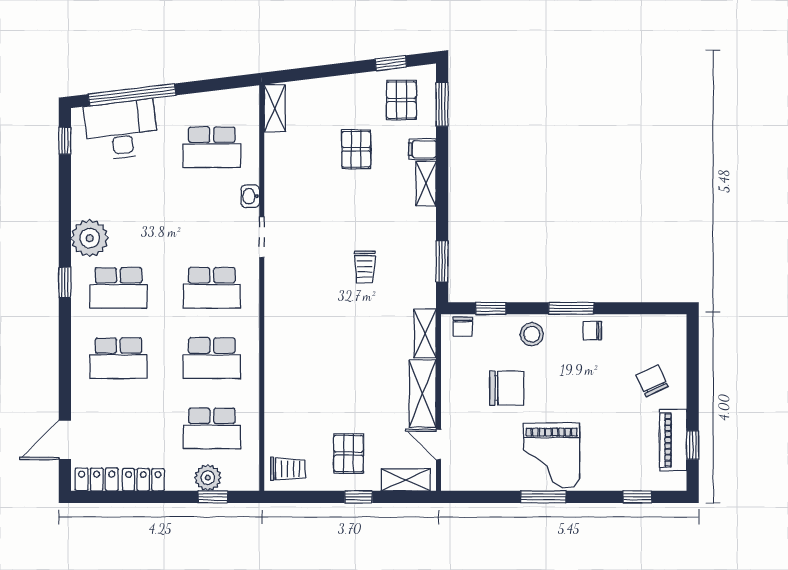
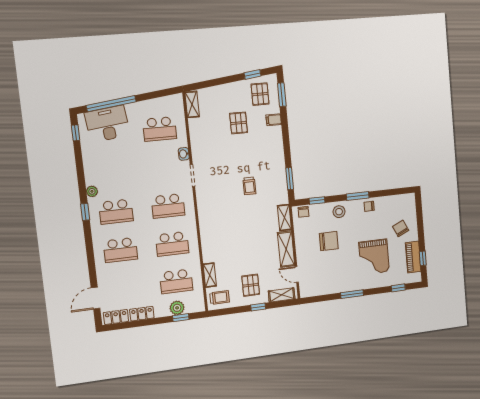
shelving: (426, 184) -> (210, 275), moved
plant: (90, 238) -> (92, 191), width x0.53, depth x0.53
grand piano: (552, 456) -> (374, 257), moved

